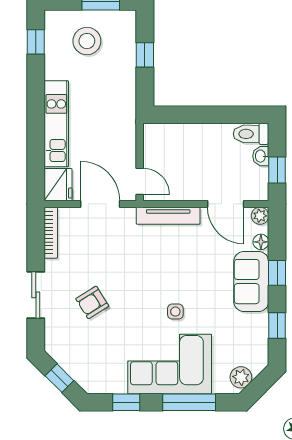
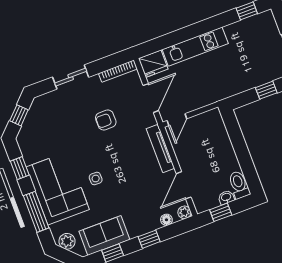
stool: (87, 41) -> (261, 46), removed
sofa: (251, 282) -> (104, 235), moved
armchair: (92, 302) -> (106, 120), moved, turned -58

